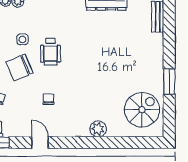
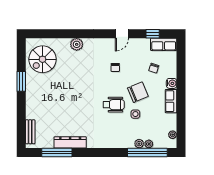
wheelchair: (50, 51) -> (114, 105), turned 90
door: (40, 143) -> (122, 34), hinge flipped

